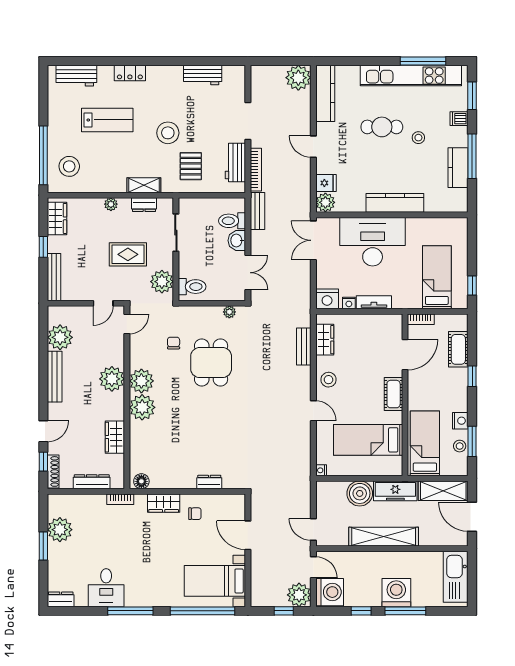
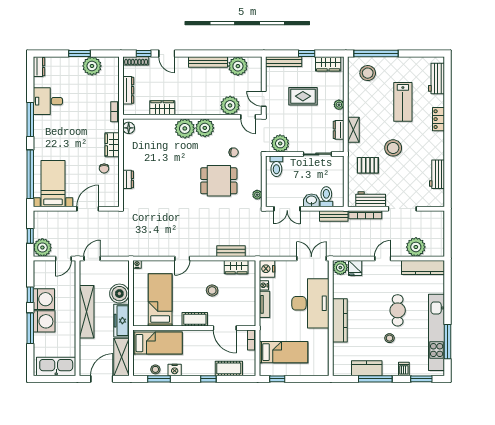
plant: (298, 78) -> (416, 247), moved
rug: (128, 254) -> (303, 96), moved, turned 90
plant: (112, 379) -> (230, 105), moved
stool: (329, 380) -> (212, 290), moved
washing machine: (330, 592) -> (44, 299), moved, turned -90

